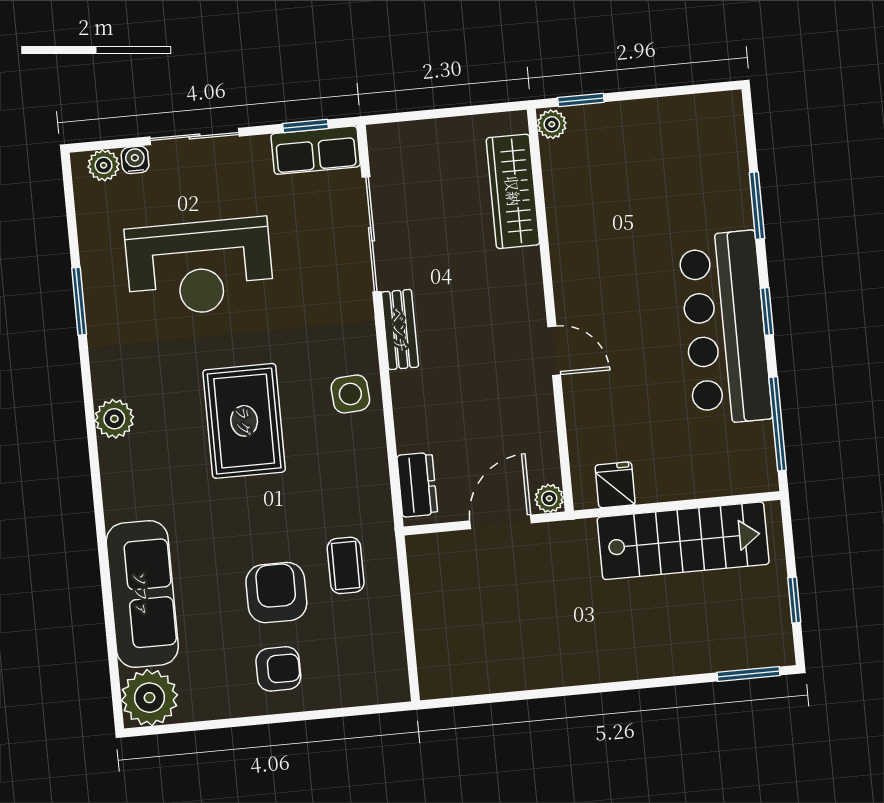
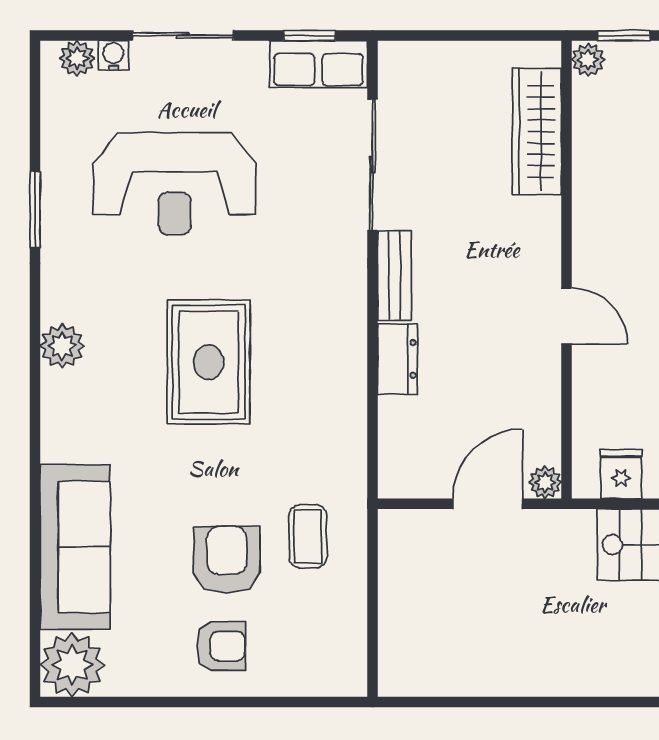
side table: (350, 394) -> (332, 343), removed
dresser: (417, 485) -> (397, 359), moved

